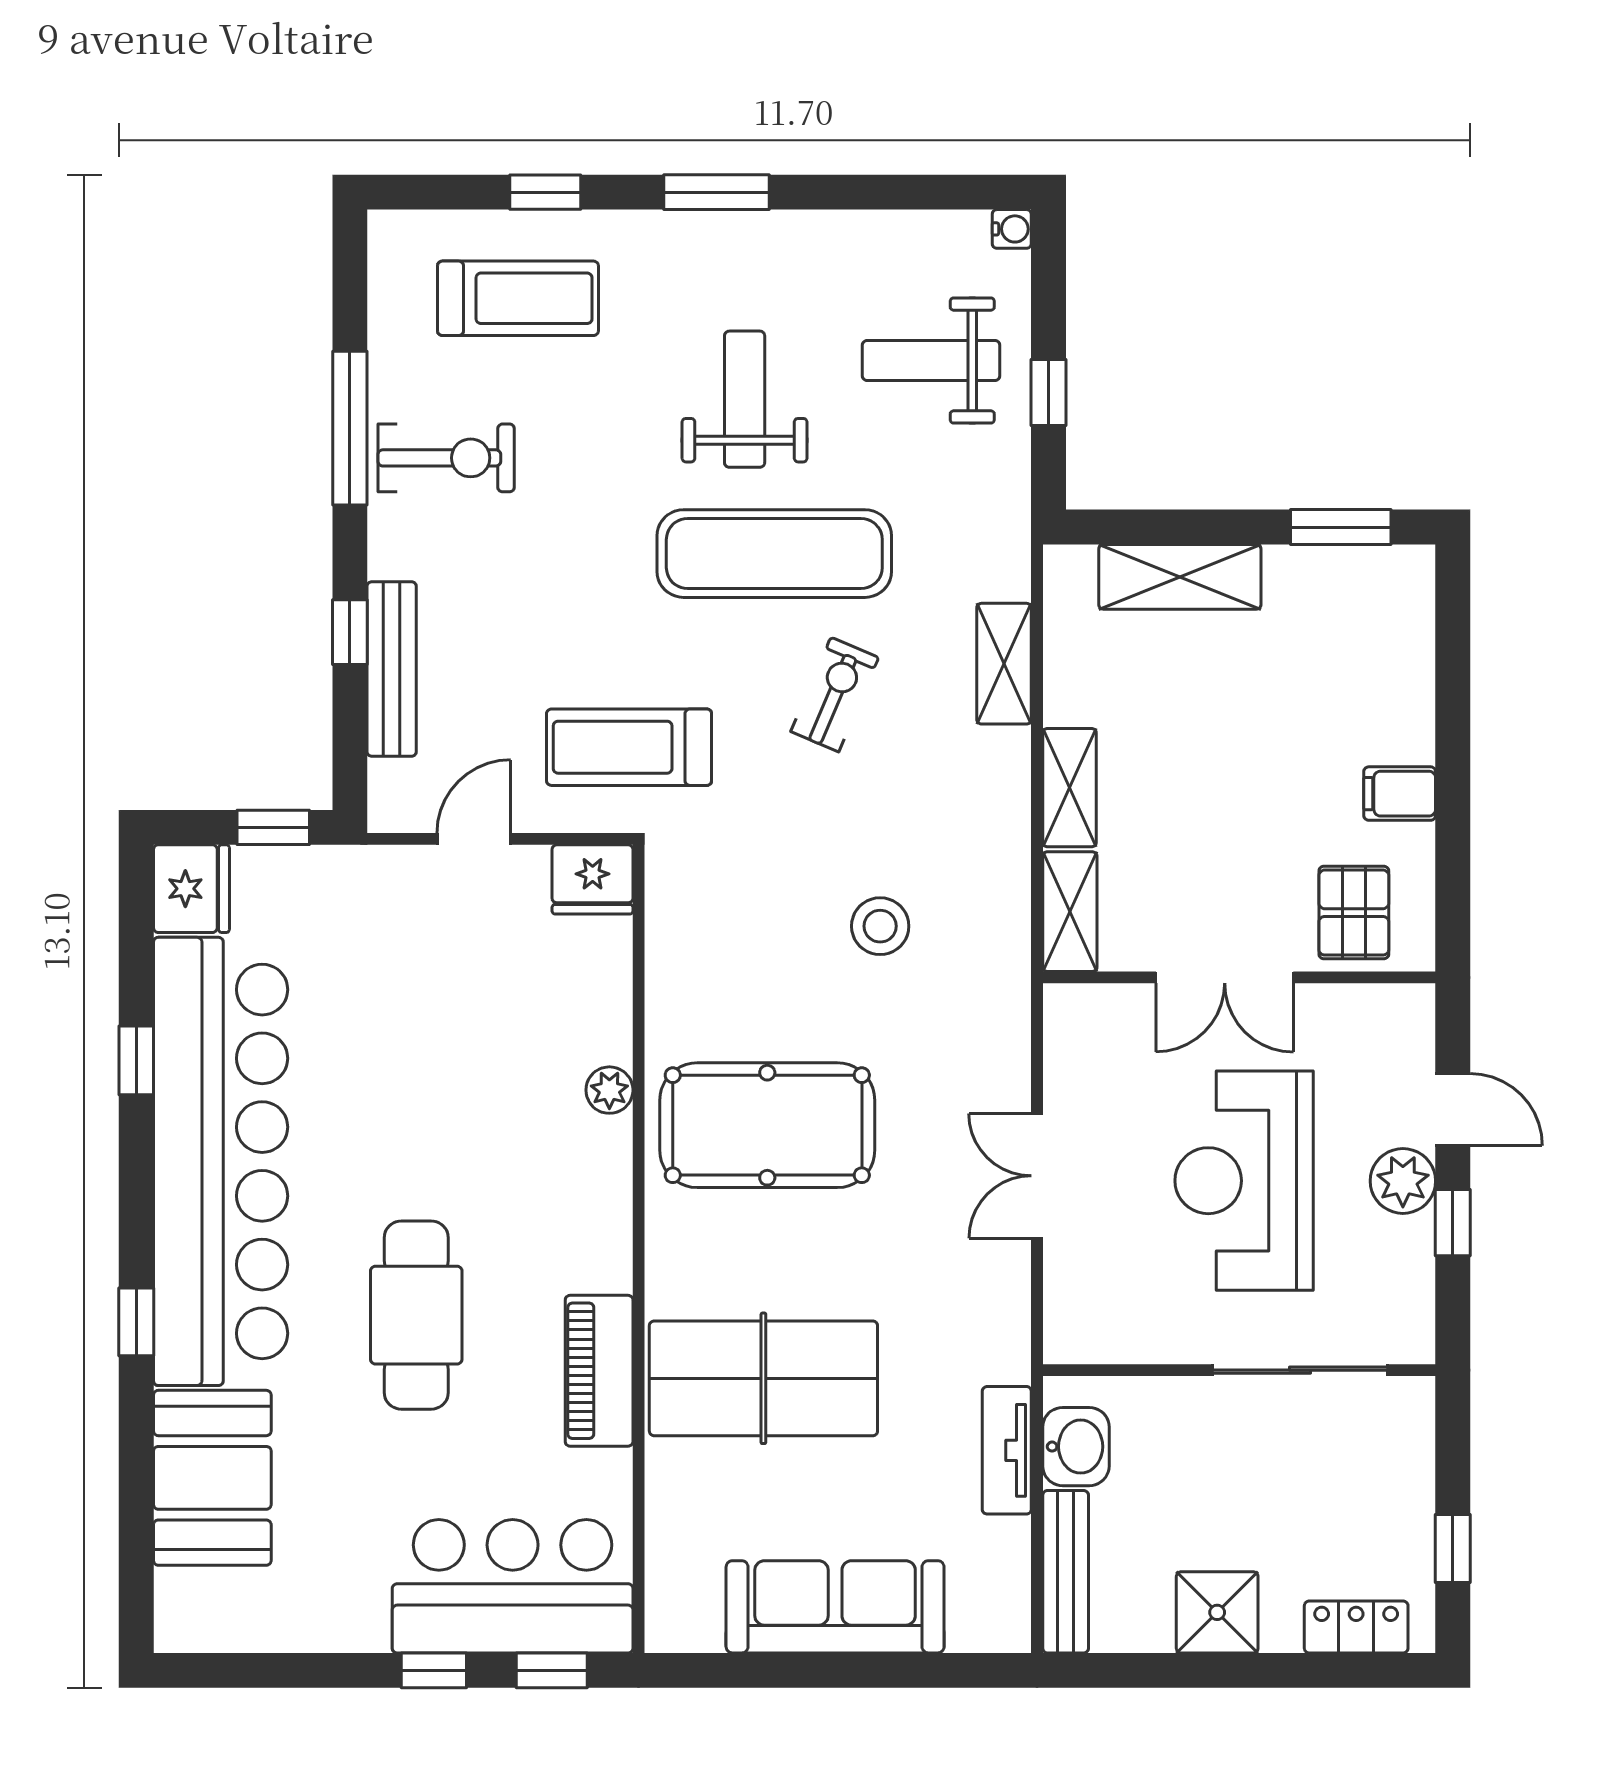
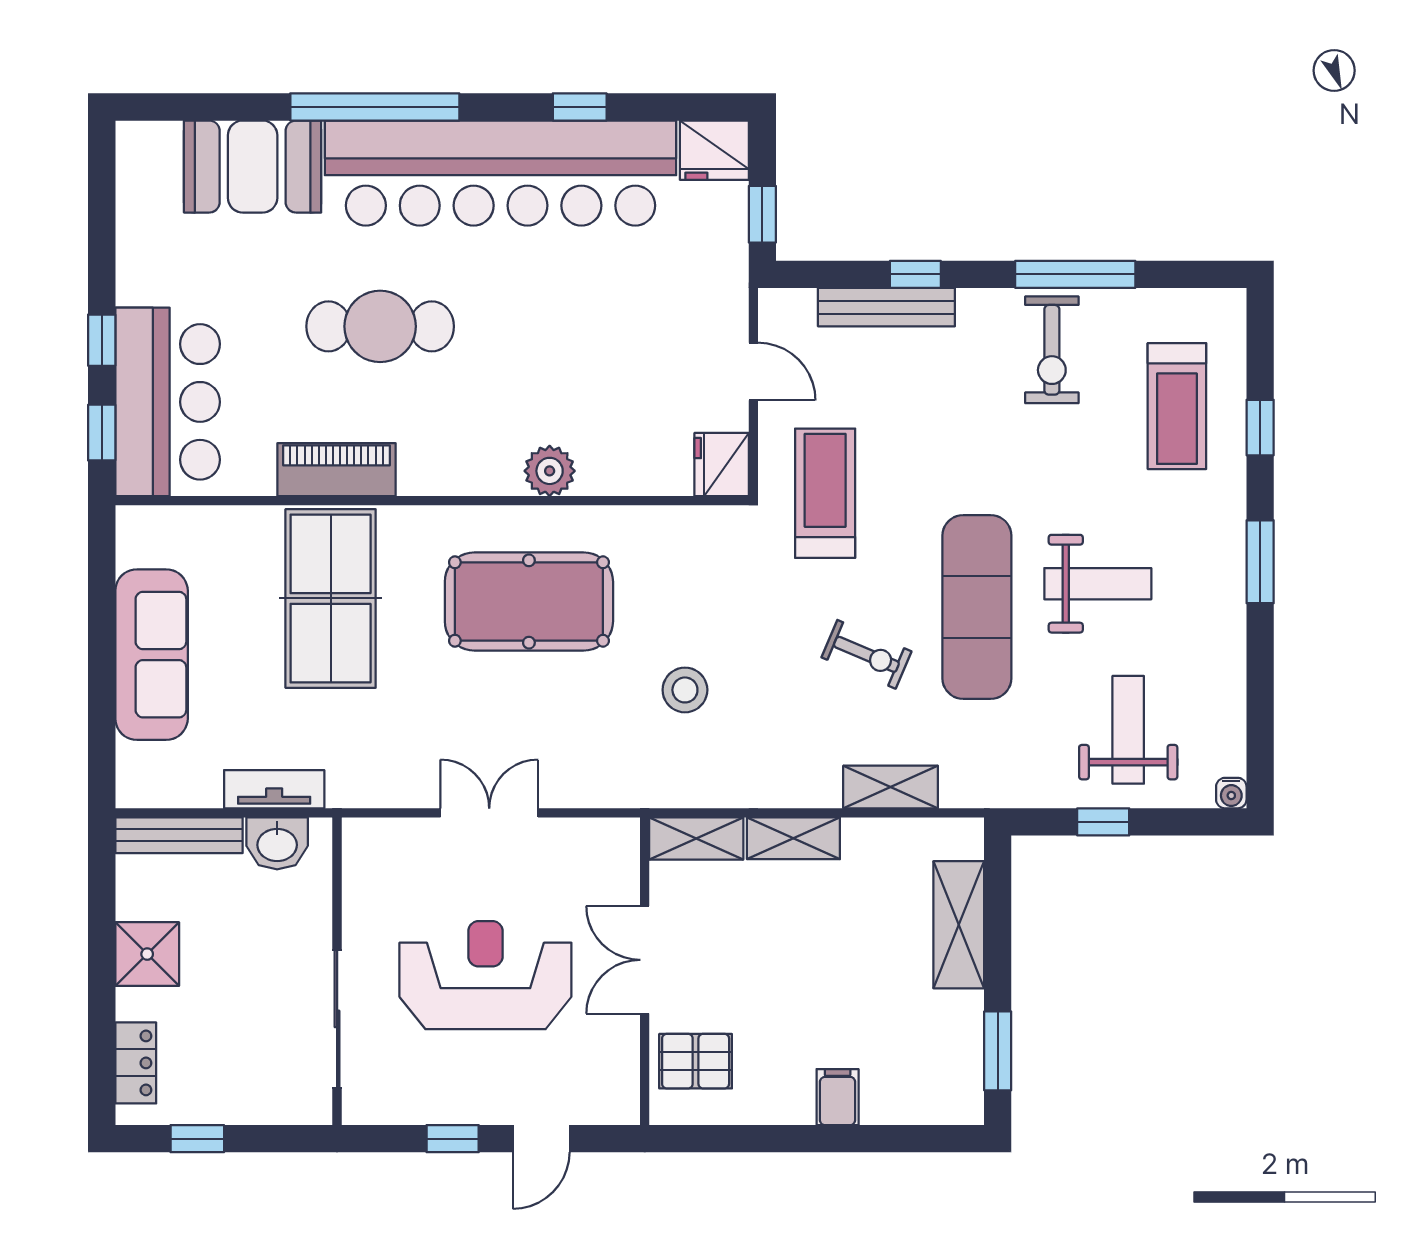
filing cabinet: (1400, 794) -> (838, 1097), moved
plant: (609, 1090) -> (550, 471), width x1.38, depth x1.38
pool table: (767, 1125) -> (529, 601), turned 90
plant: (1403, 1181) -> (485, 1100), removed
window: (136, 1322) -> (375, 107), width x3.17

